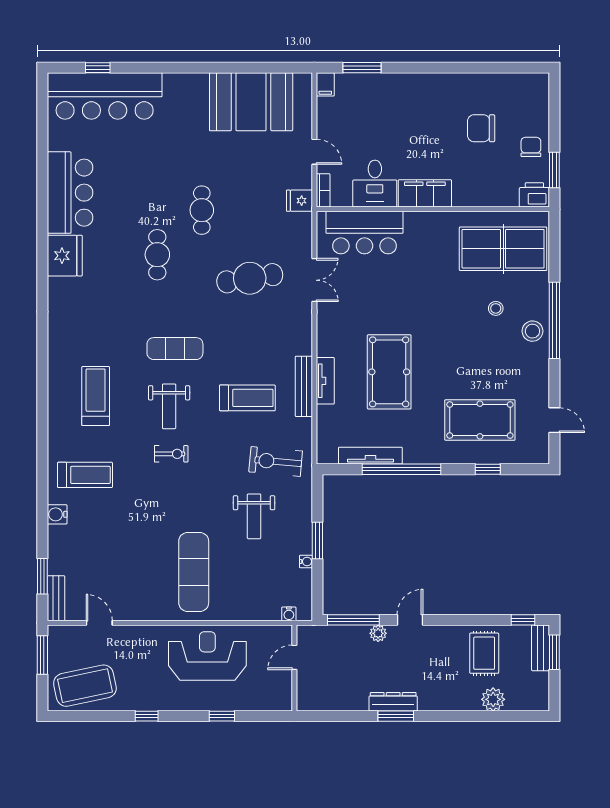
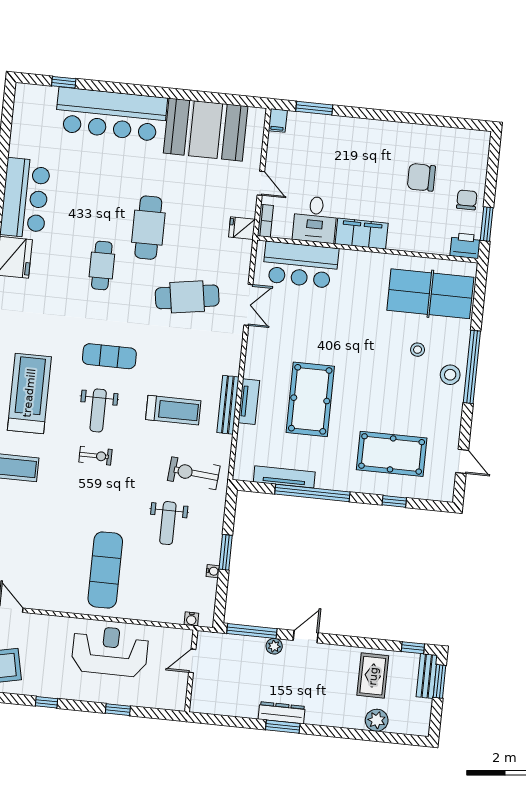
bar counter: (105, 96) -> (111, 114), moved
cafe table: (202, 210) -> (148, 228), width x1.37, depth x1.35
treadmill: (96, 396) -> (29, 393), width x1.37, depth x1.38

